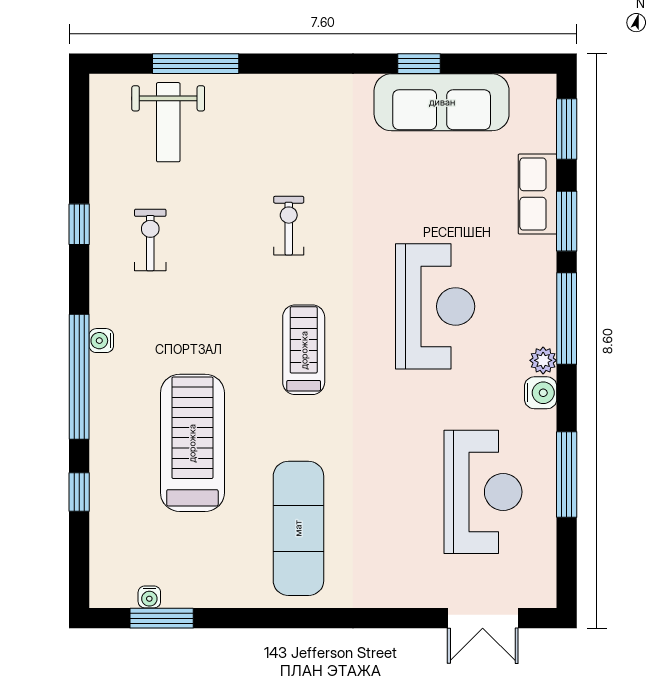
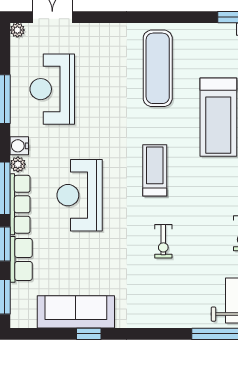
row of seats: (539, 291) -> (20, 204), added
treadmill: (304, 350) -> (155, 170), turned 180
plant: (544, 595) -> (17, 30), added

